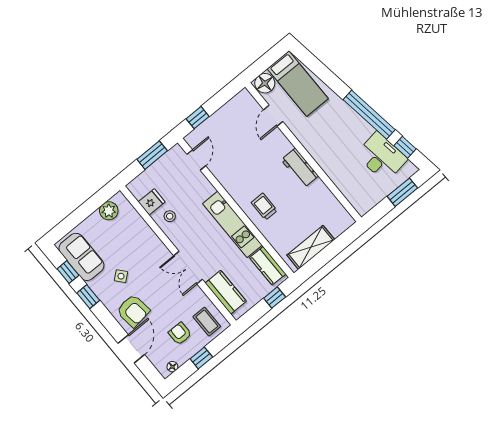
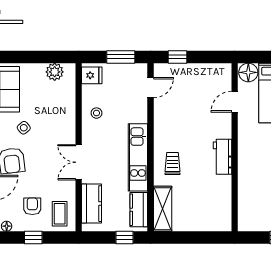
fridge: (152, 202) -> (92, 75), moved
shelving: (311, 247) -> (163, 209), moved, turned 90

